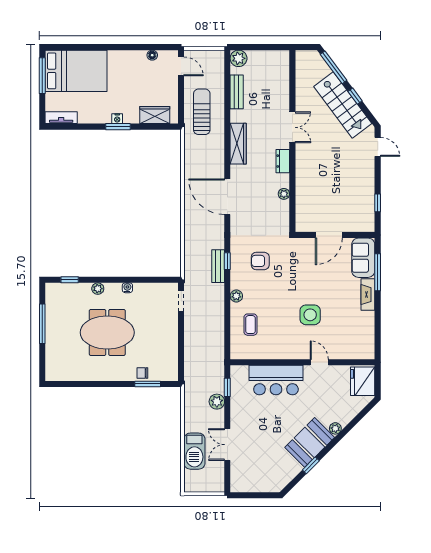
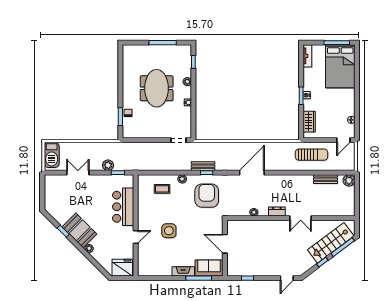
stairs: (343, 105) -> (331, 243), moved
wardrobe: (238, 144) -> (289, 180), removed
armchair: (260, 261) -> (207, 196), width x1.88, depth x1.88
barbecue: (194, 451) -> (52, 155), moved, turned -90

